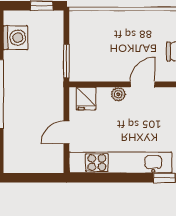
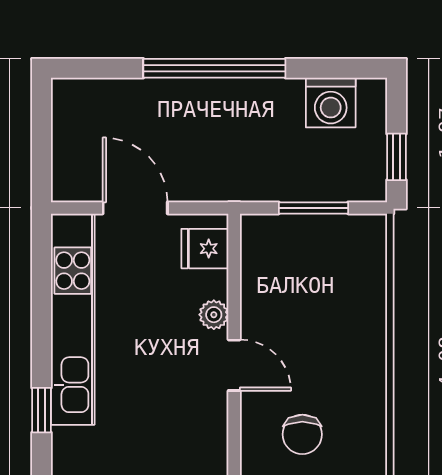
window: (66, 61) -> (313, 208), moved
door: (66, 132) -> (135, 208), width x1.38

